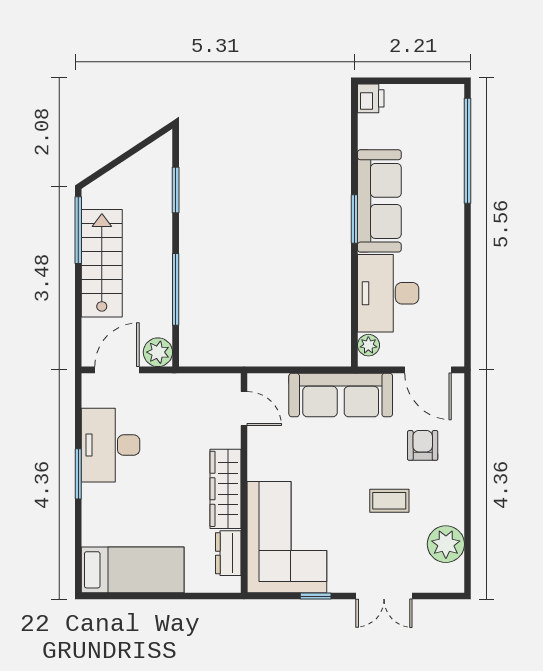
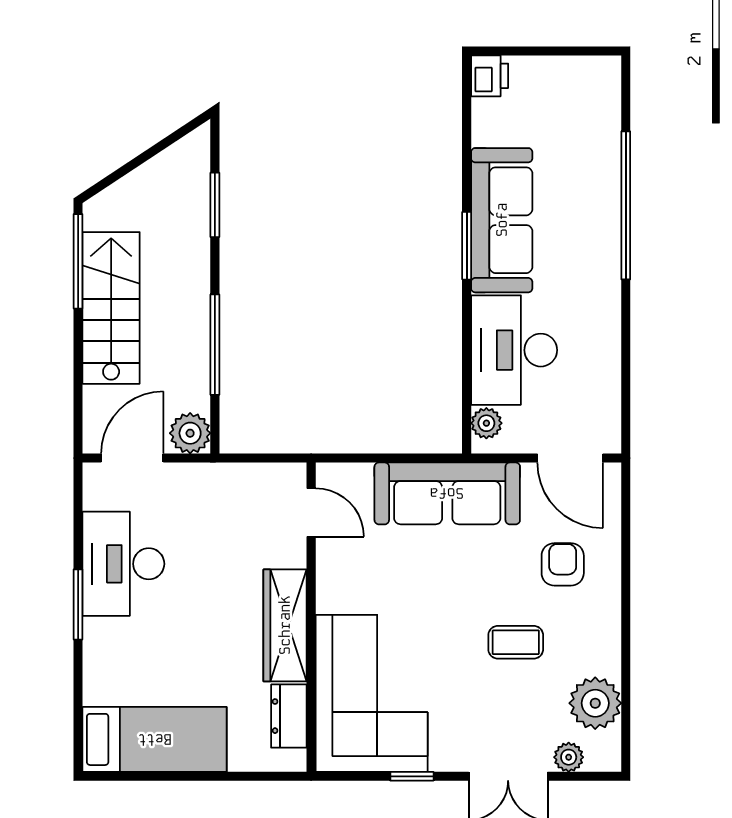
window: (467, 151) -> (626, 205), moved
plant: (427, 582) -> (569, 757), added

